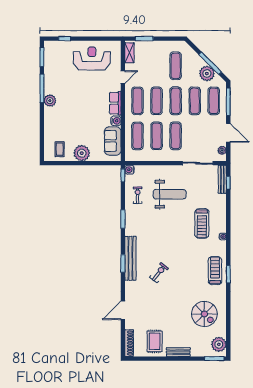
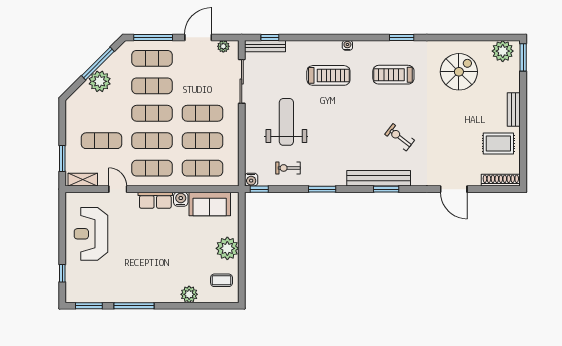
exercise mat: (176, 66) -> (101, 141), moved
plant: (207, 74) -> (100, 81), moved
plant: (50, 101) -> (189, 294), moved
treadmill: (215, 271) -> (393, 75), moved

